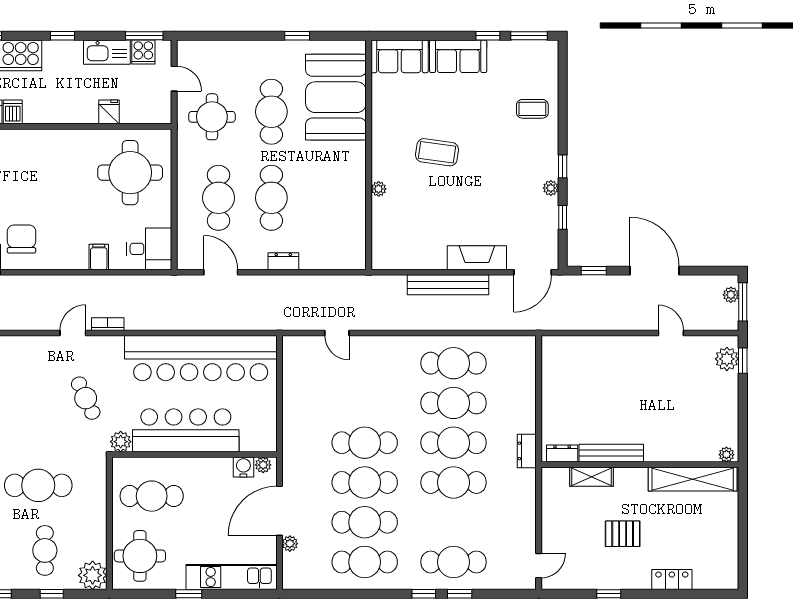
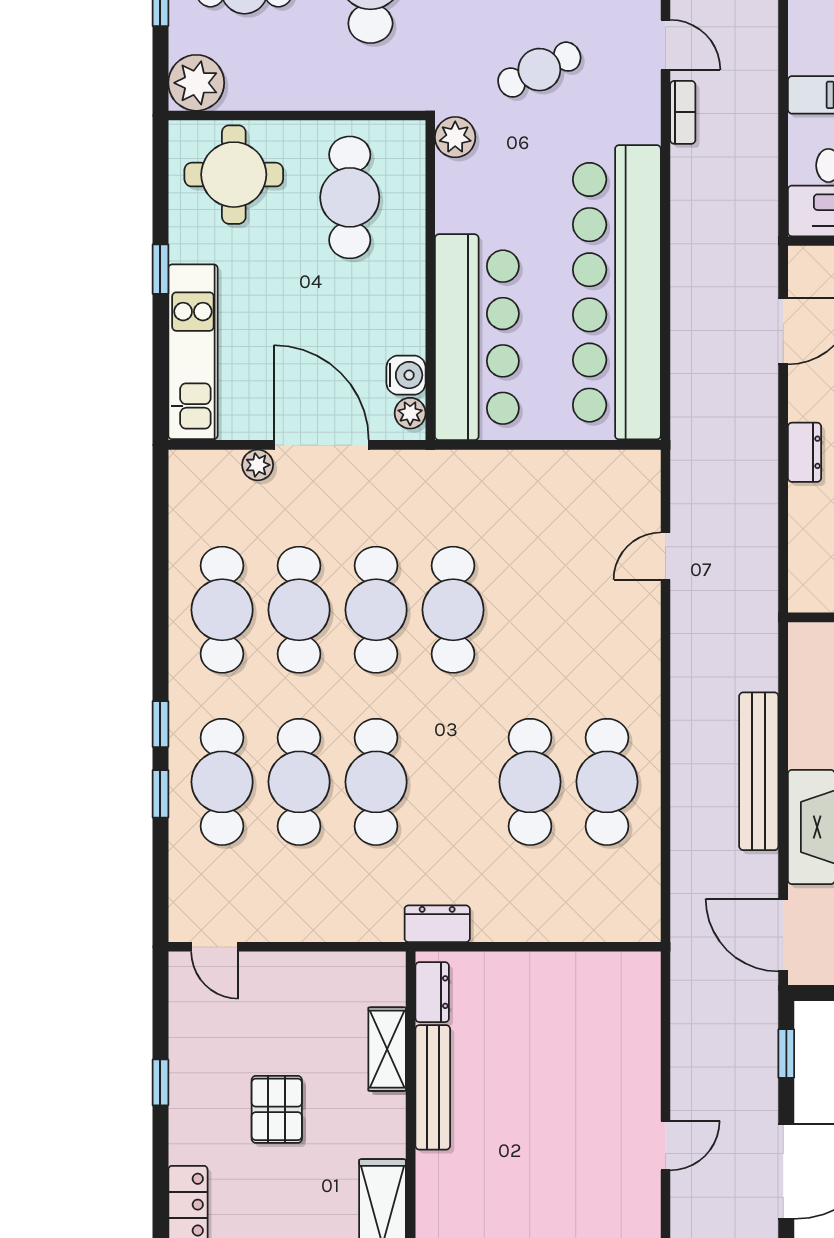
door: (671, 333) -> (665, 1146), moved
bar counter: (186, 430) -> (477, 337), moved
cafe table: (454, 443) -> (299, 782), moved

